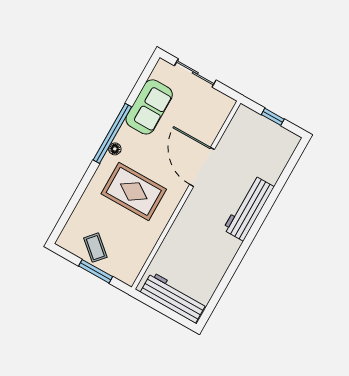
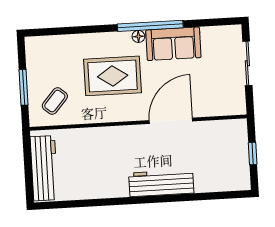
sofa: (149, 107) -> (173, 44), moved
rug: (134, 191) -> (113, 76), turned 90
coffee table: (95, 248) -> (55, 101), moved

